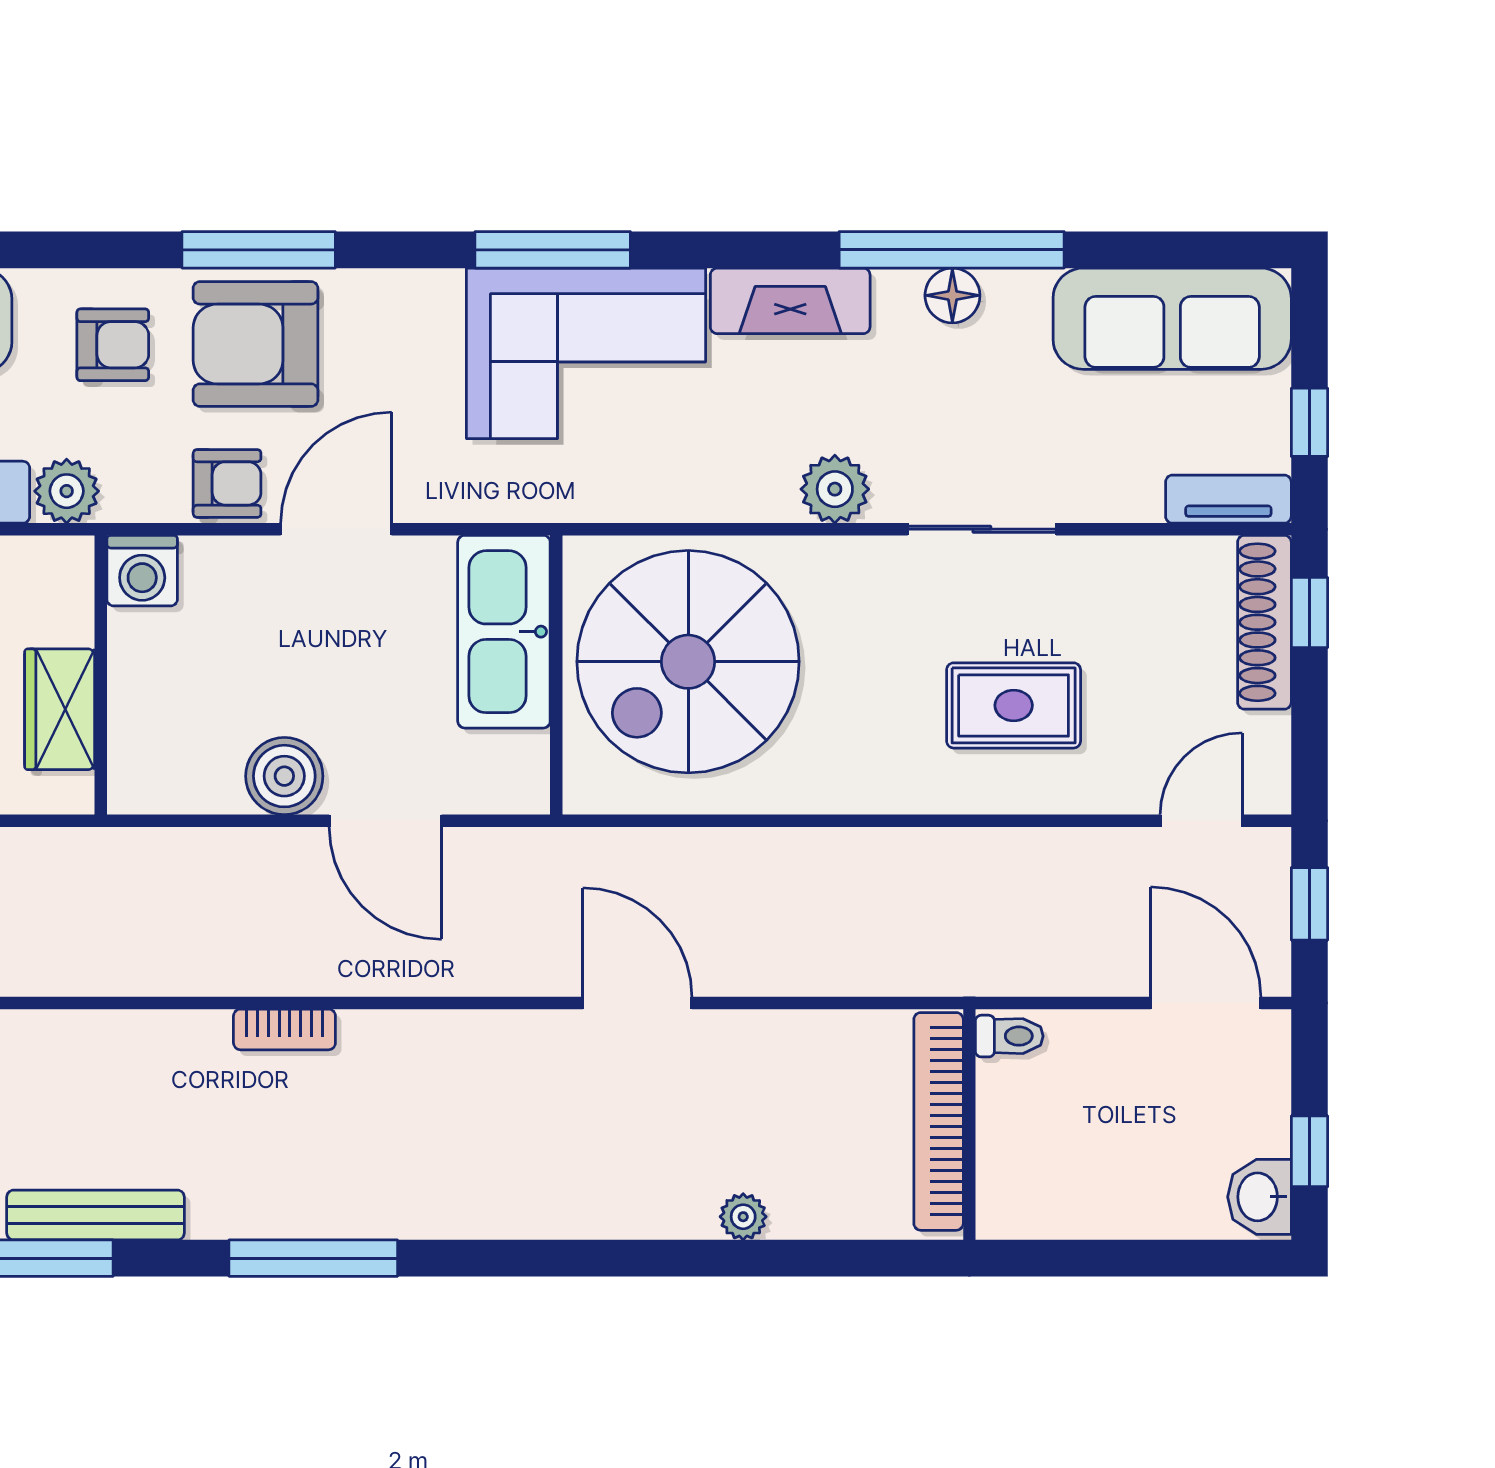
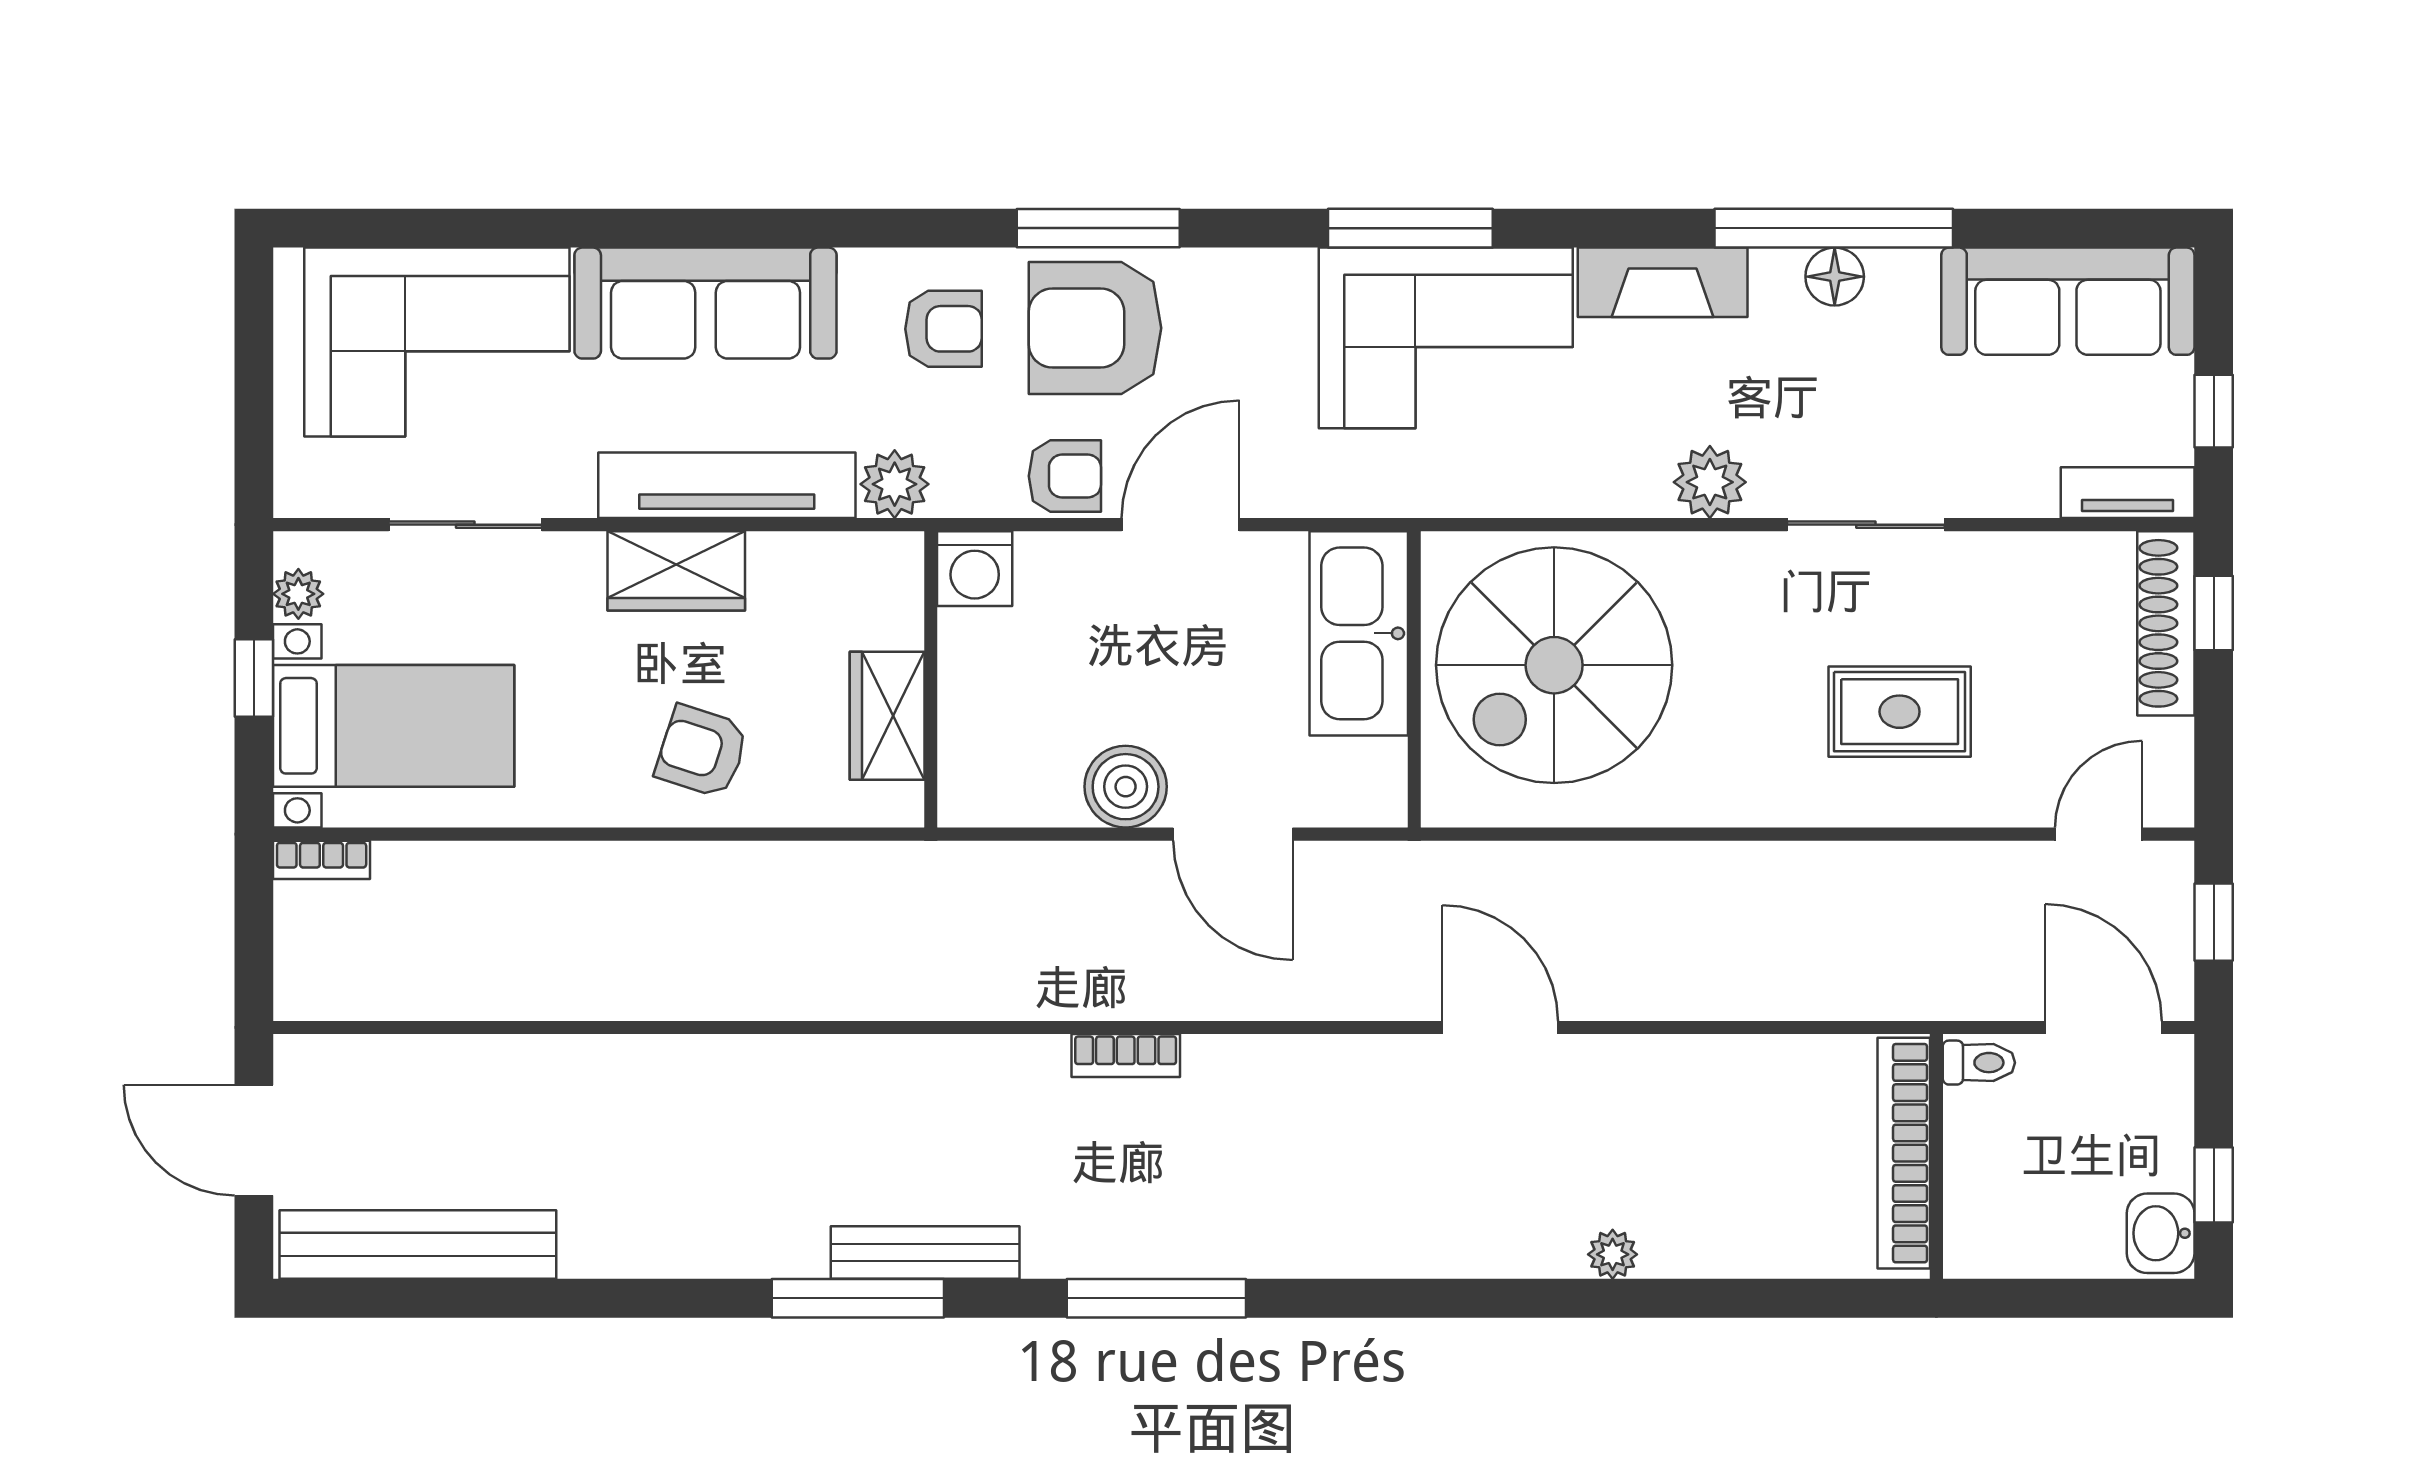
toilet: (1009, 1036) -> (1979, 1063), moved
bookcase: (939, 1121) -> (1904, 1153), moved
wall: (969, 1124) -> (1936, 1156), moved

